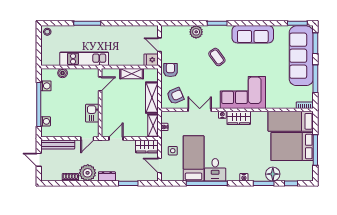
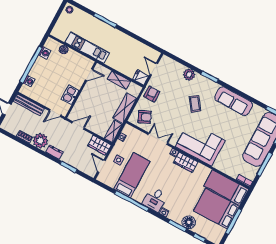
desk: (215, 170) -> (155, 200), moved

